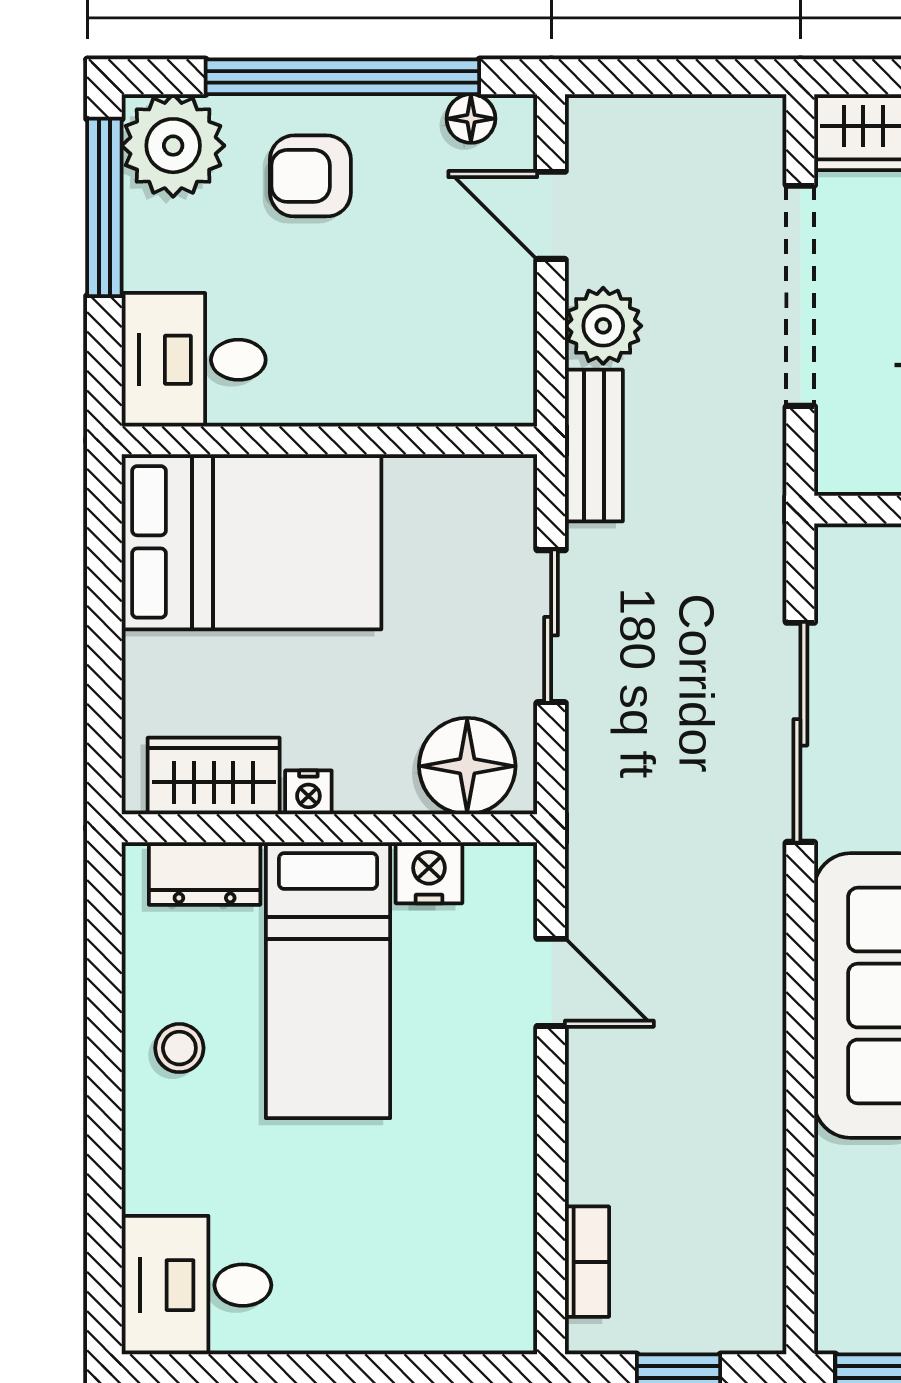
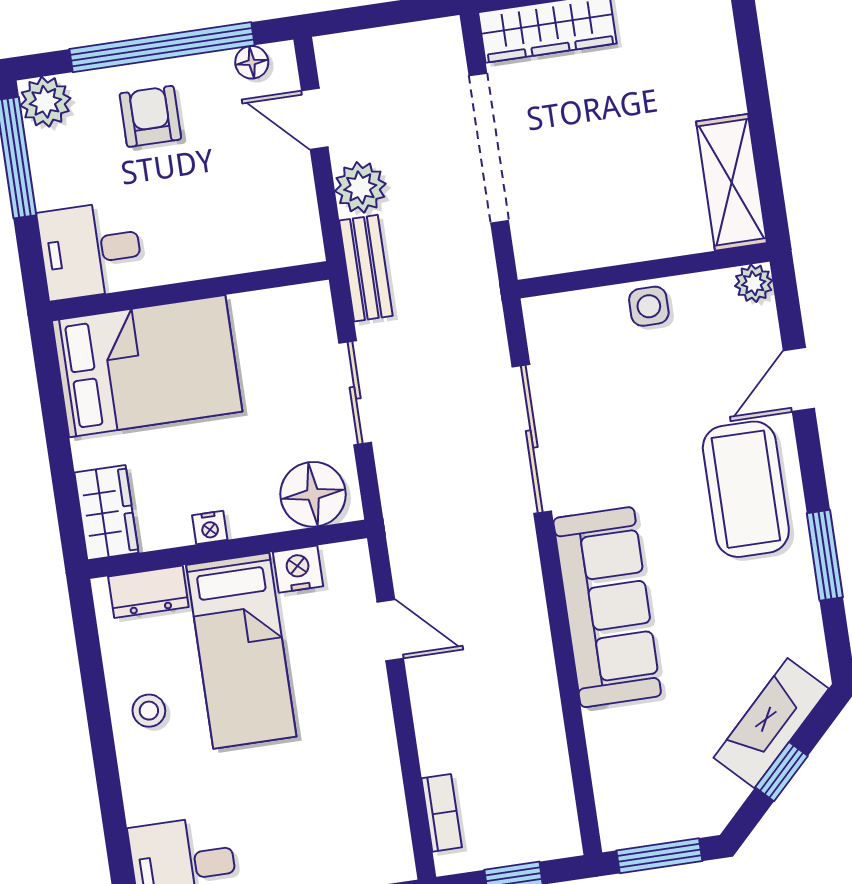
plant: (173, 146) -> (45, 102), width x0.73, depth x0.73
armchair: (310, 176) -> (150, 116), turned 90
wardrobe: (214, 776) -> (106, 513), moved, turned 90

